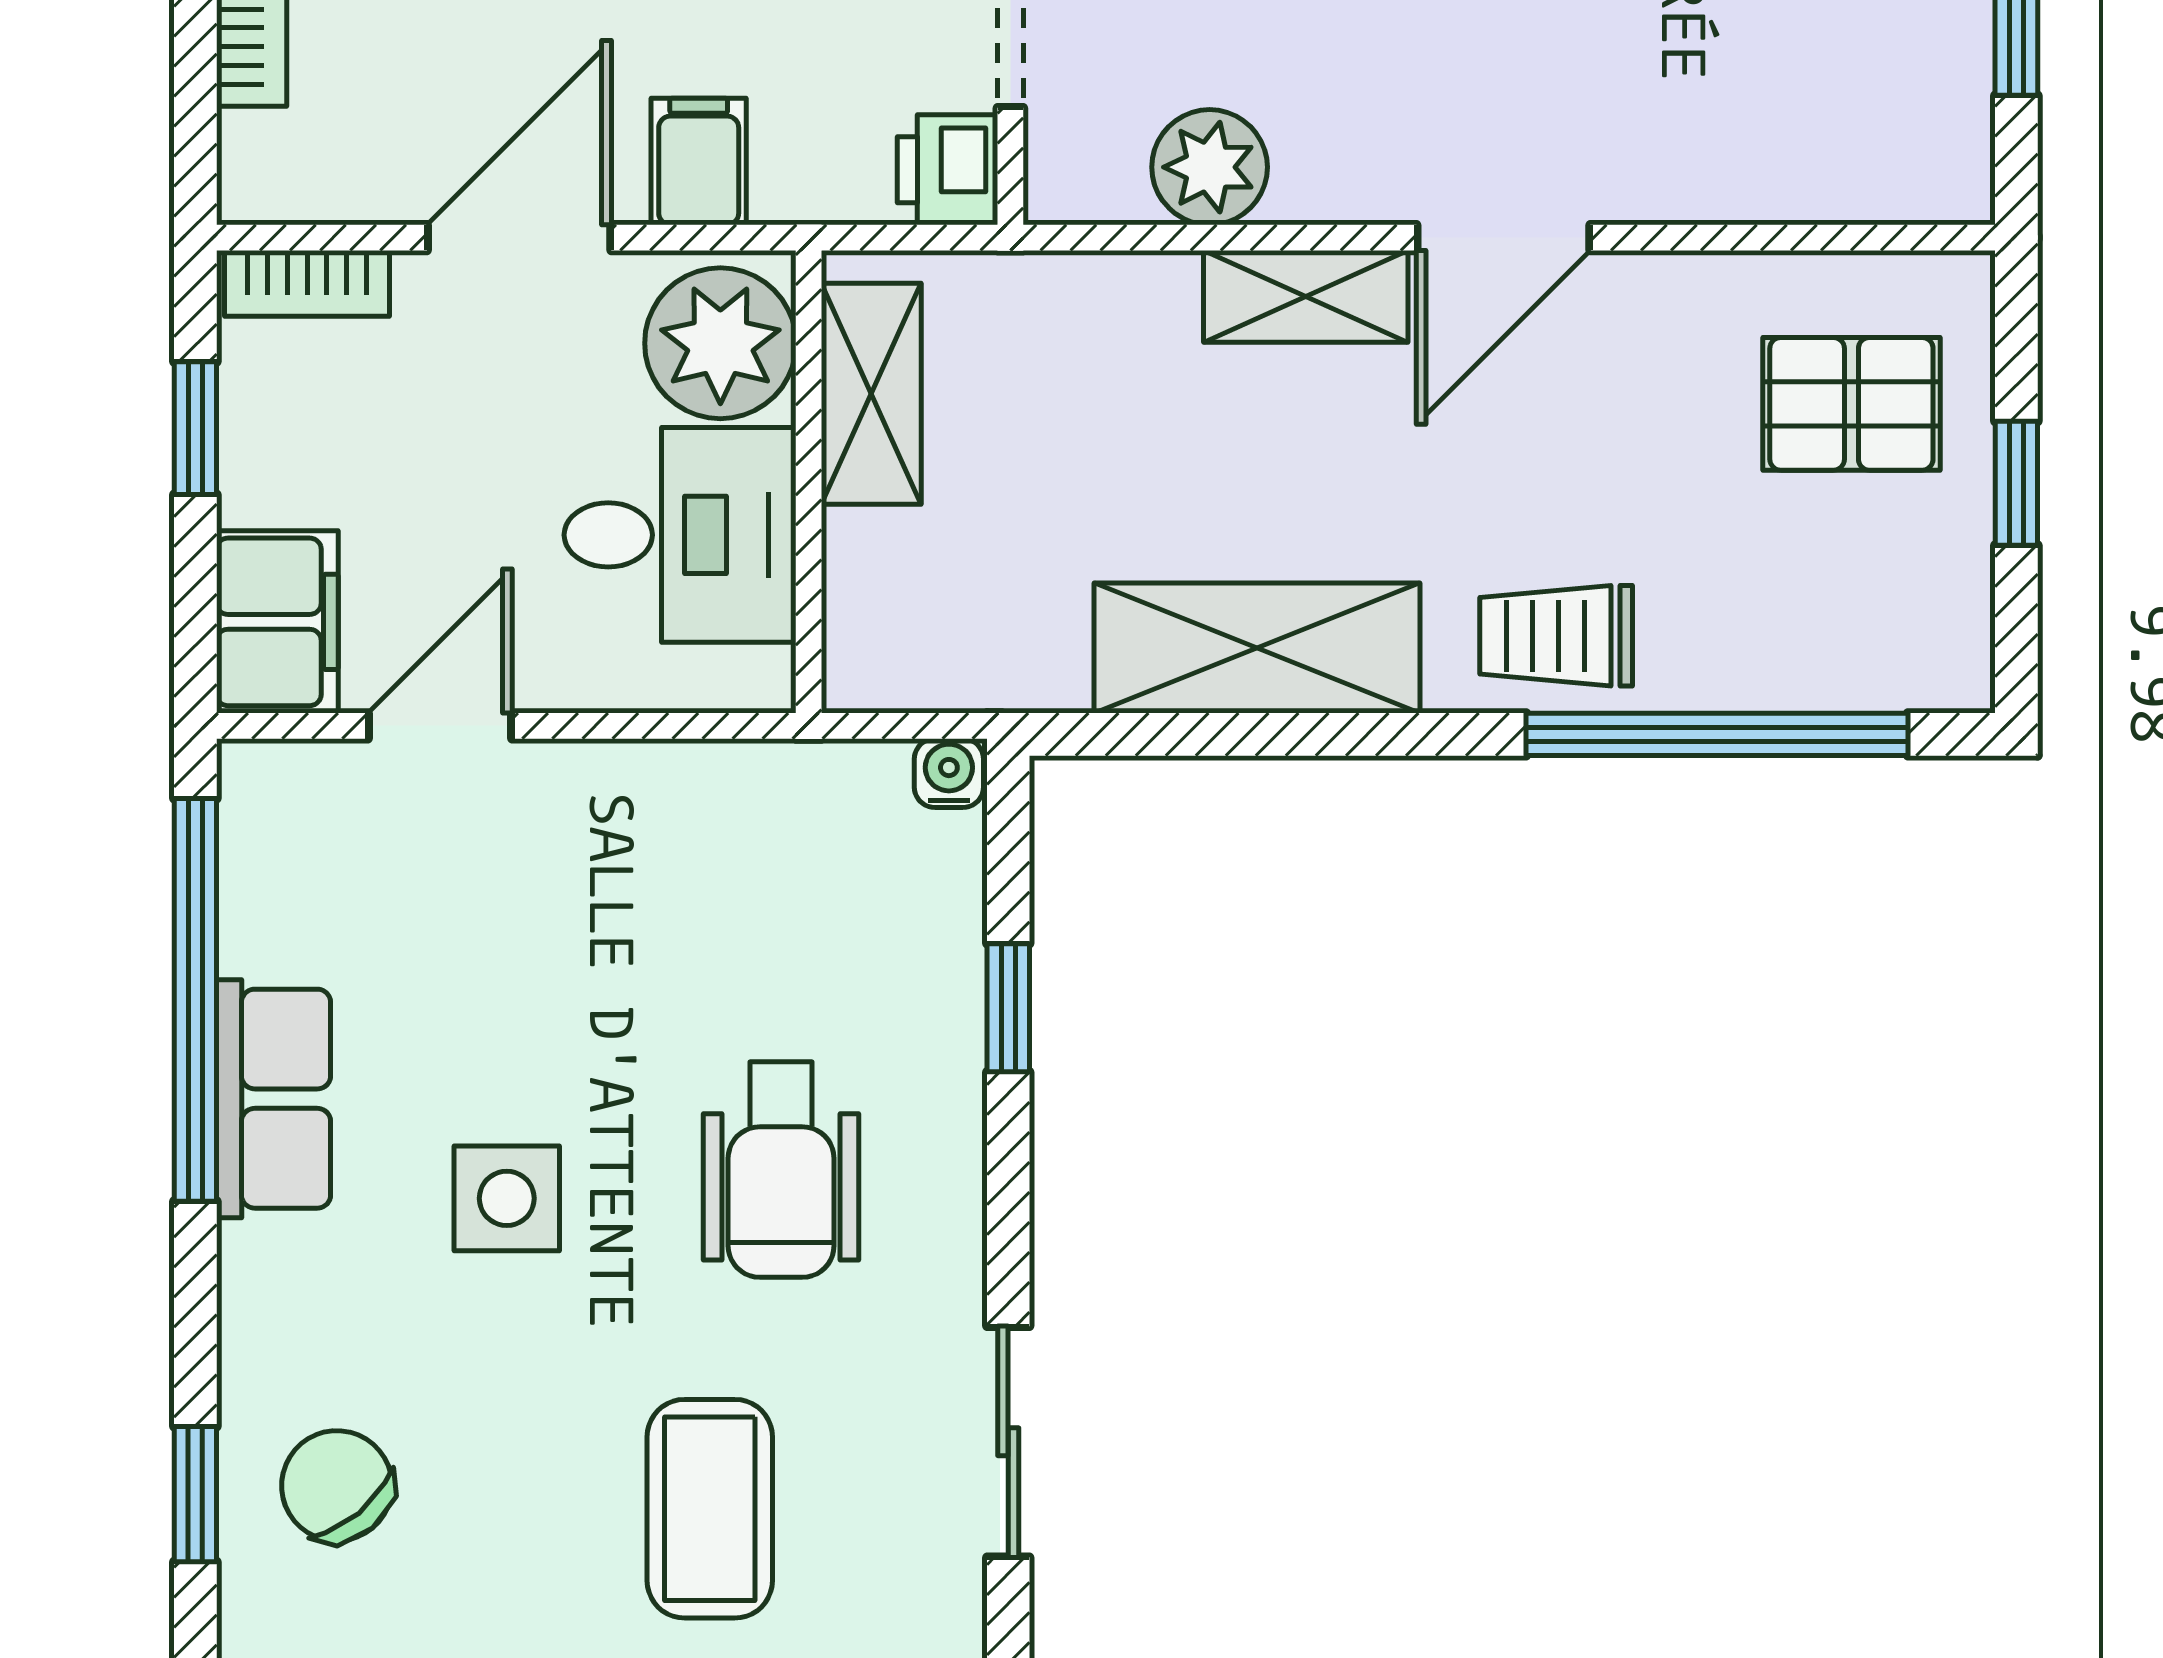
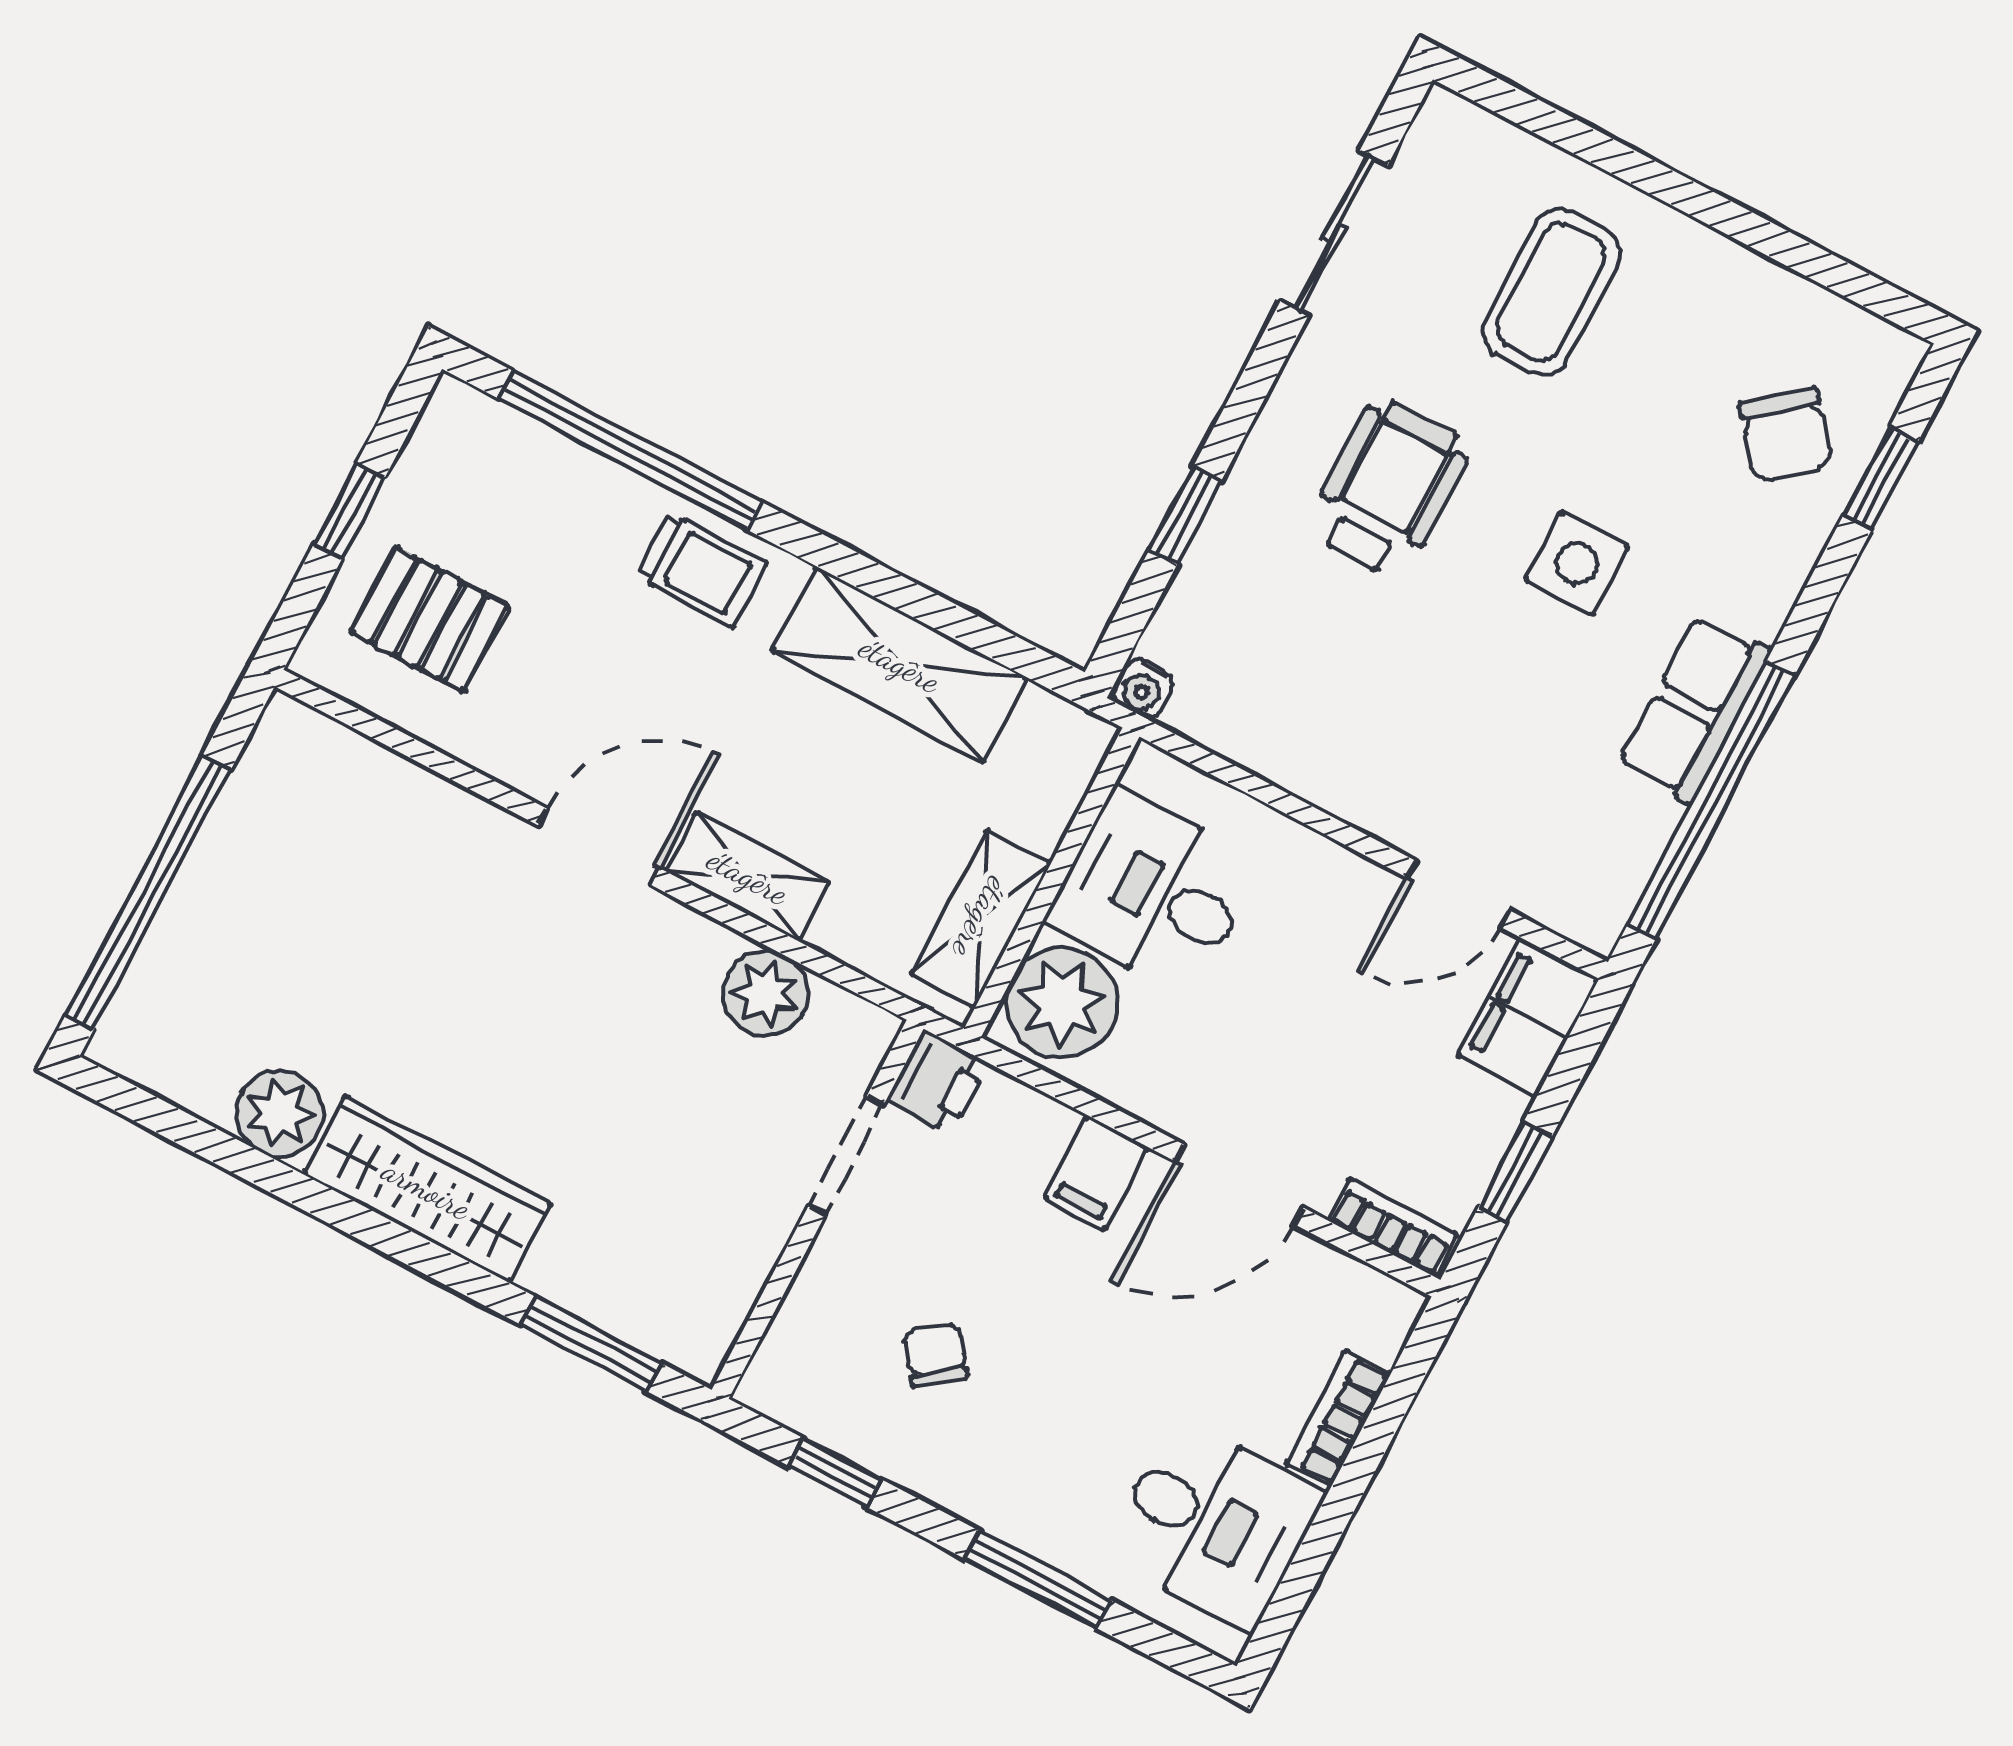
plant: (720, 343) -> (1062, 1003), moved
shelving: (871, 394) -> (981, 918), moved
wall: (809, 482) -> (1052, 883), moved
desk: (680, 535) -> (1154, 892), moved

